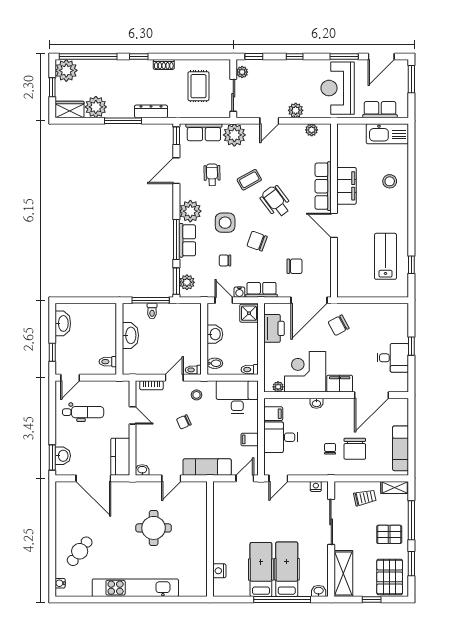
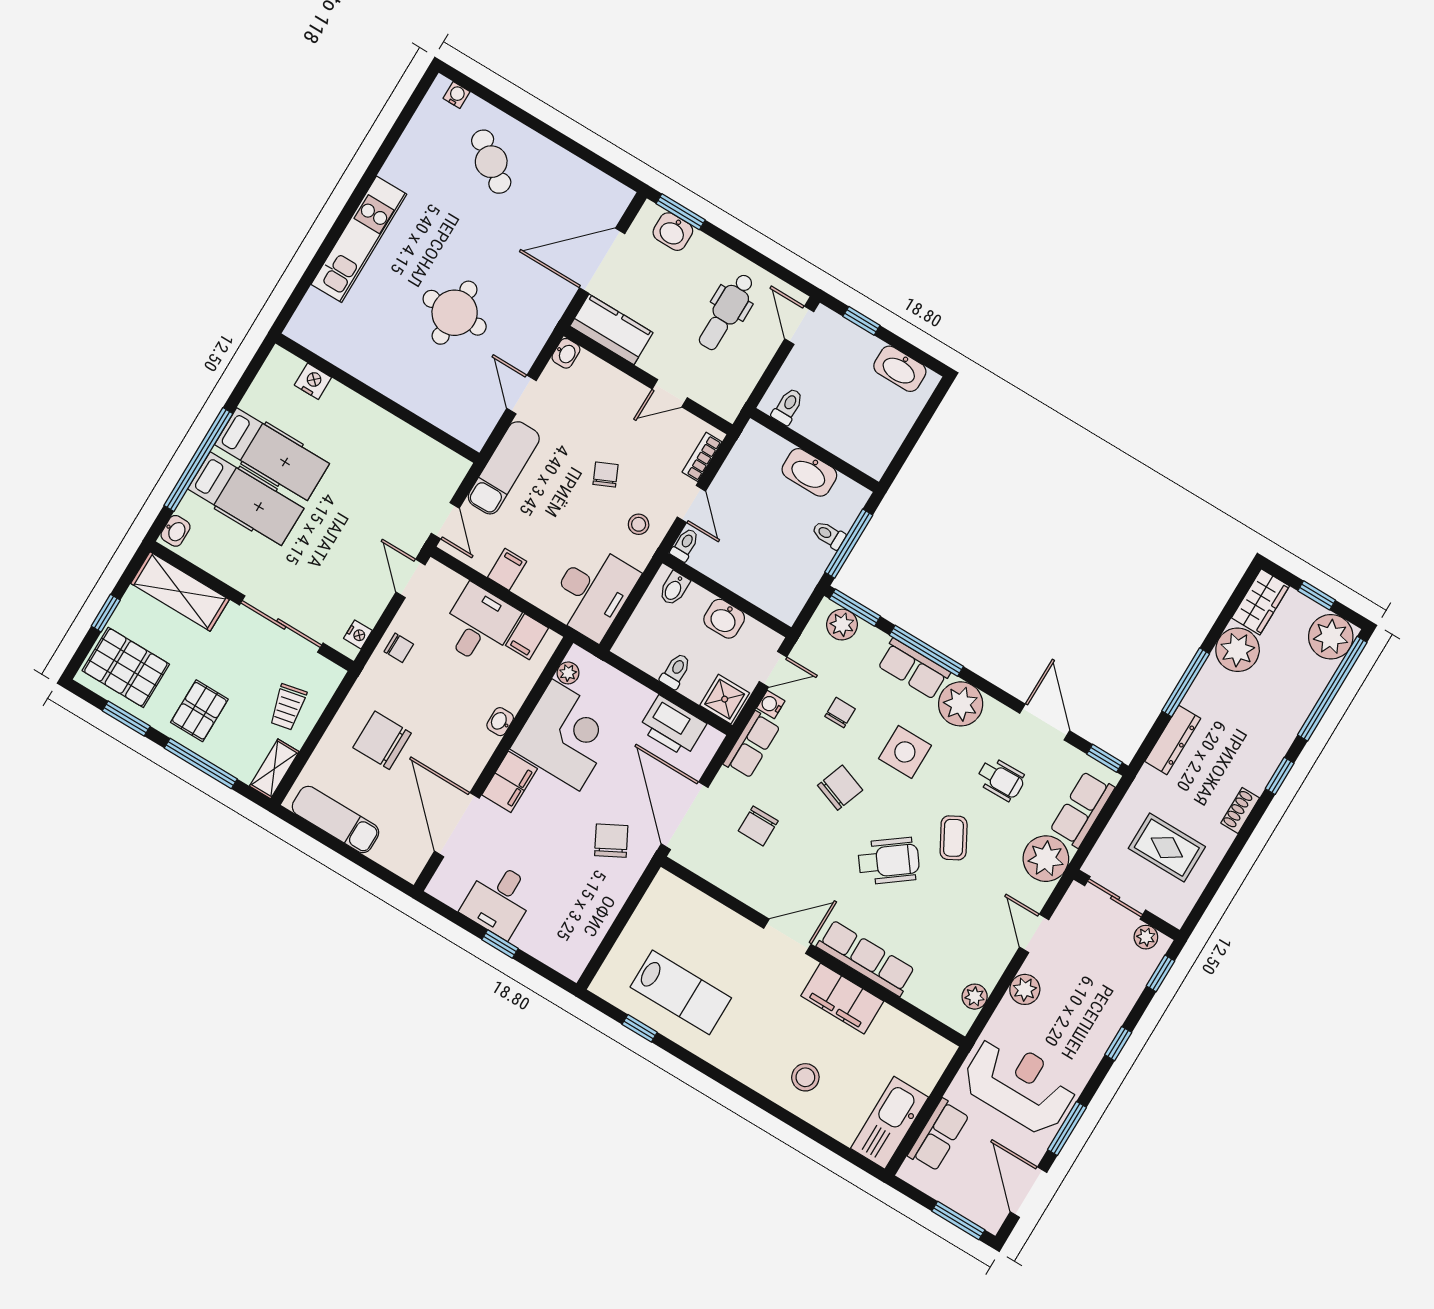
toilet: (250, 370) -> (676, 671), moved
chair: (330, 449) -> (399, 648), moved
kitchen unit: (135, 588) -> (359, 239), width x0.73

